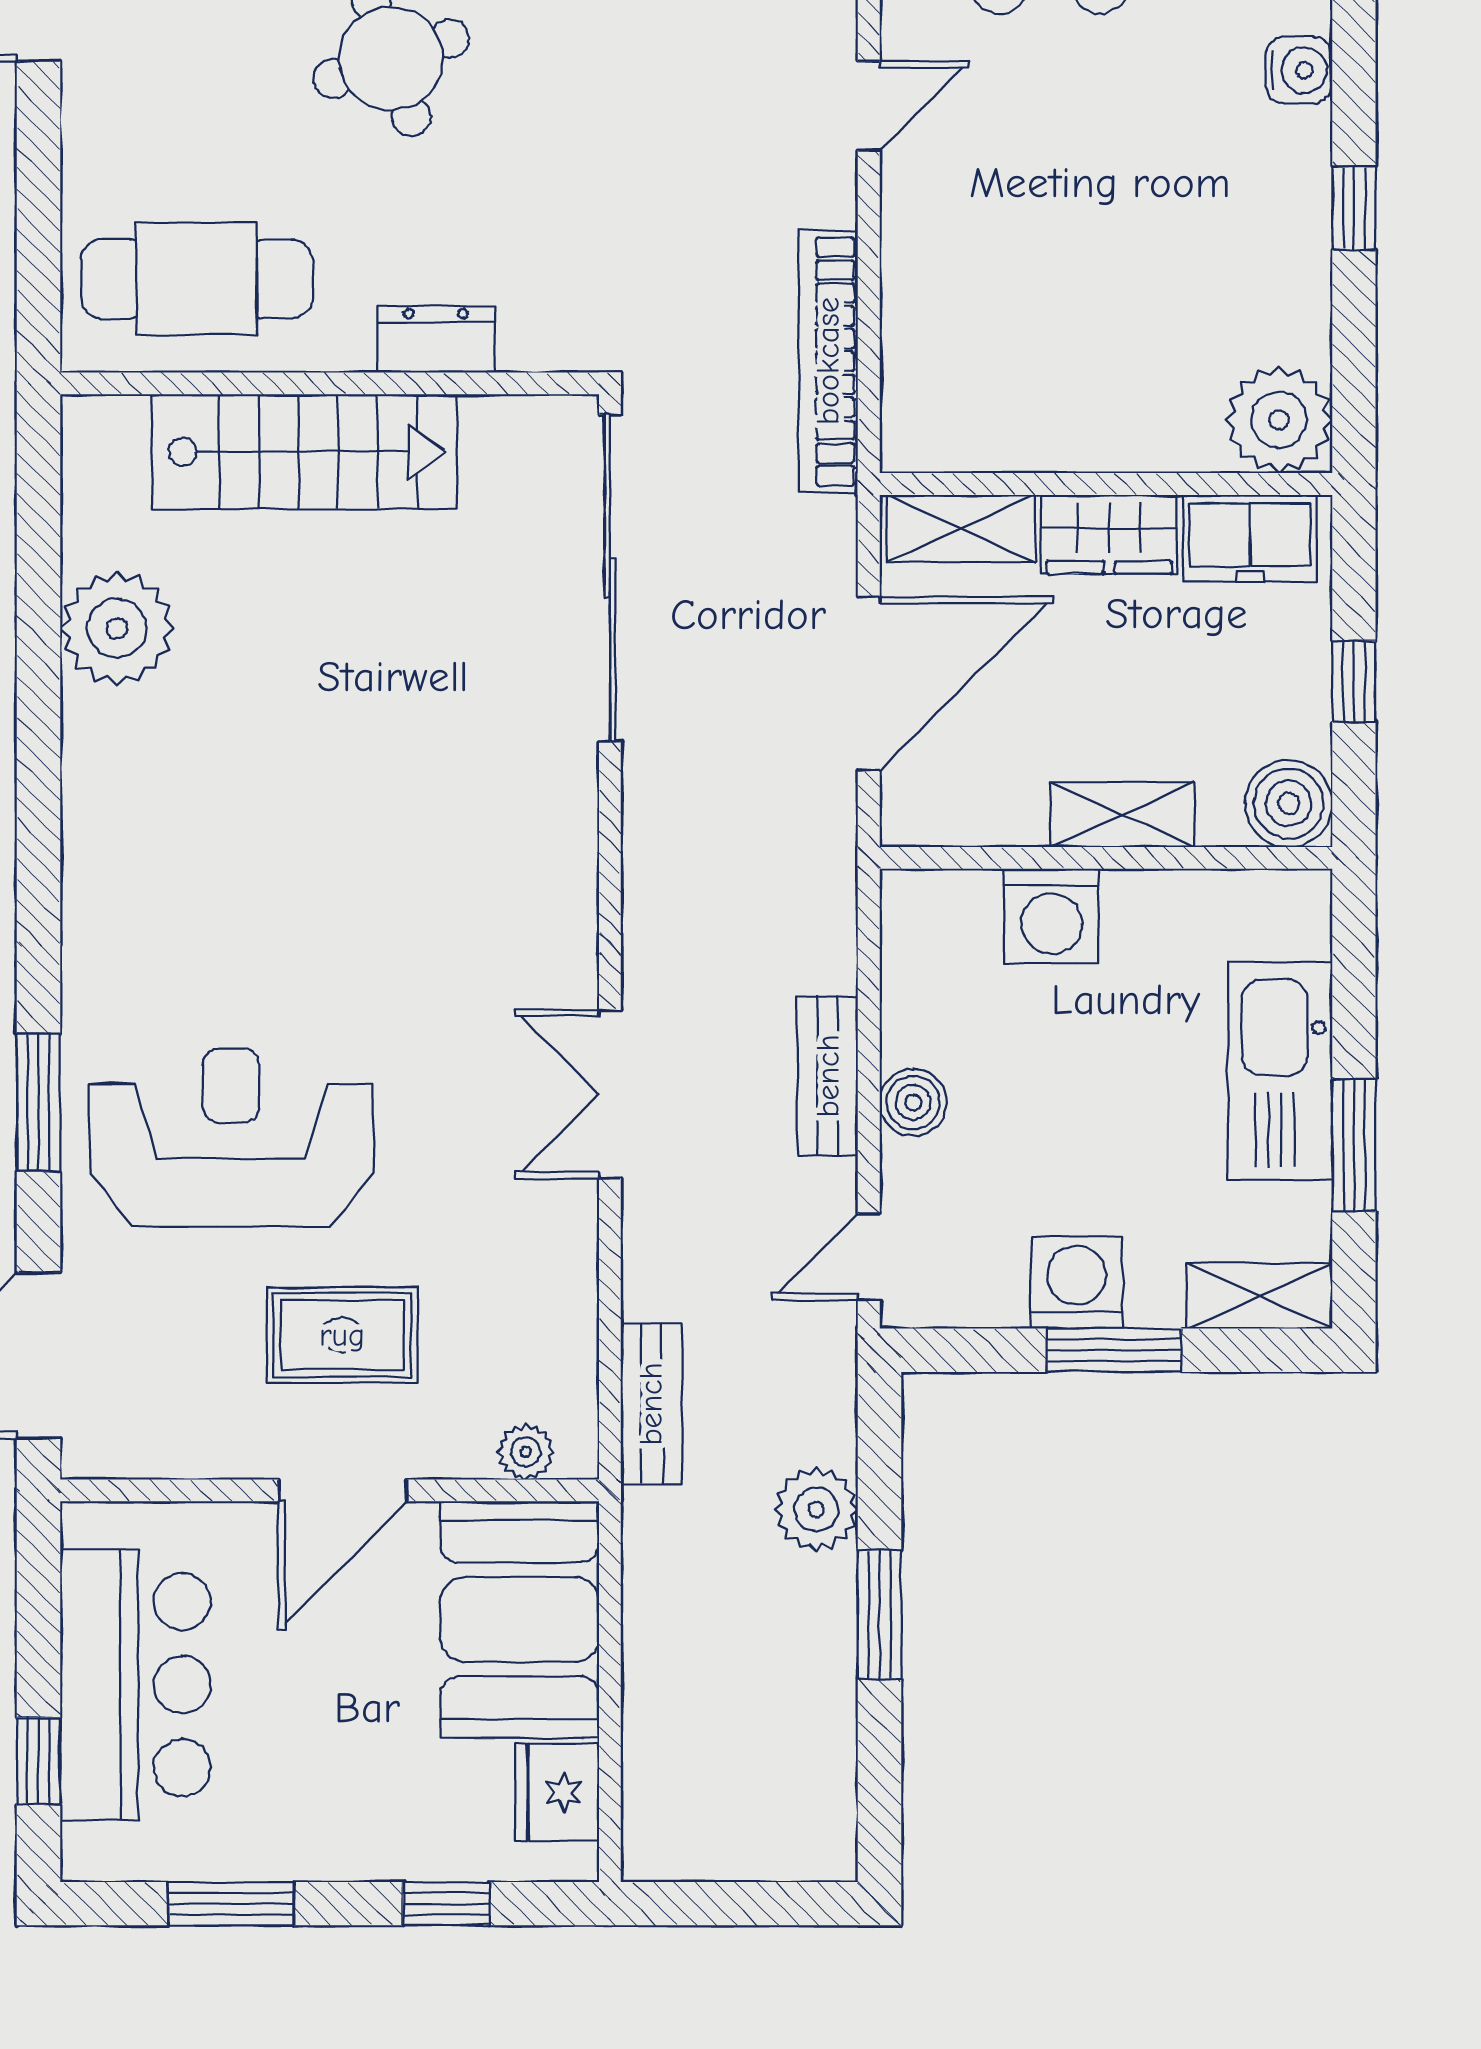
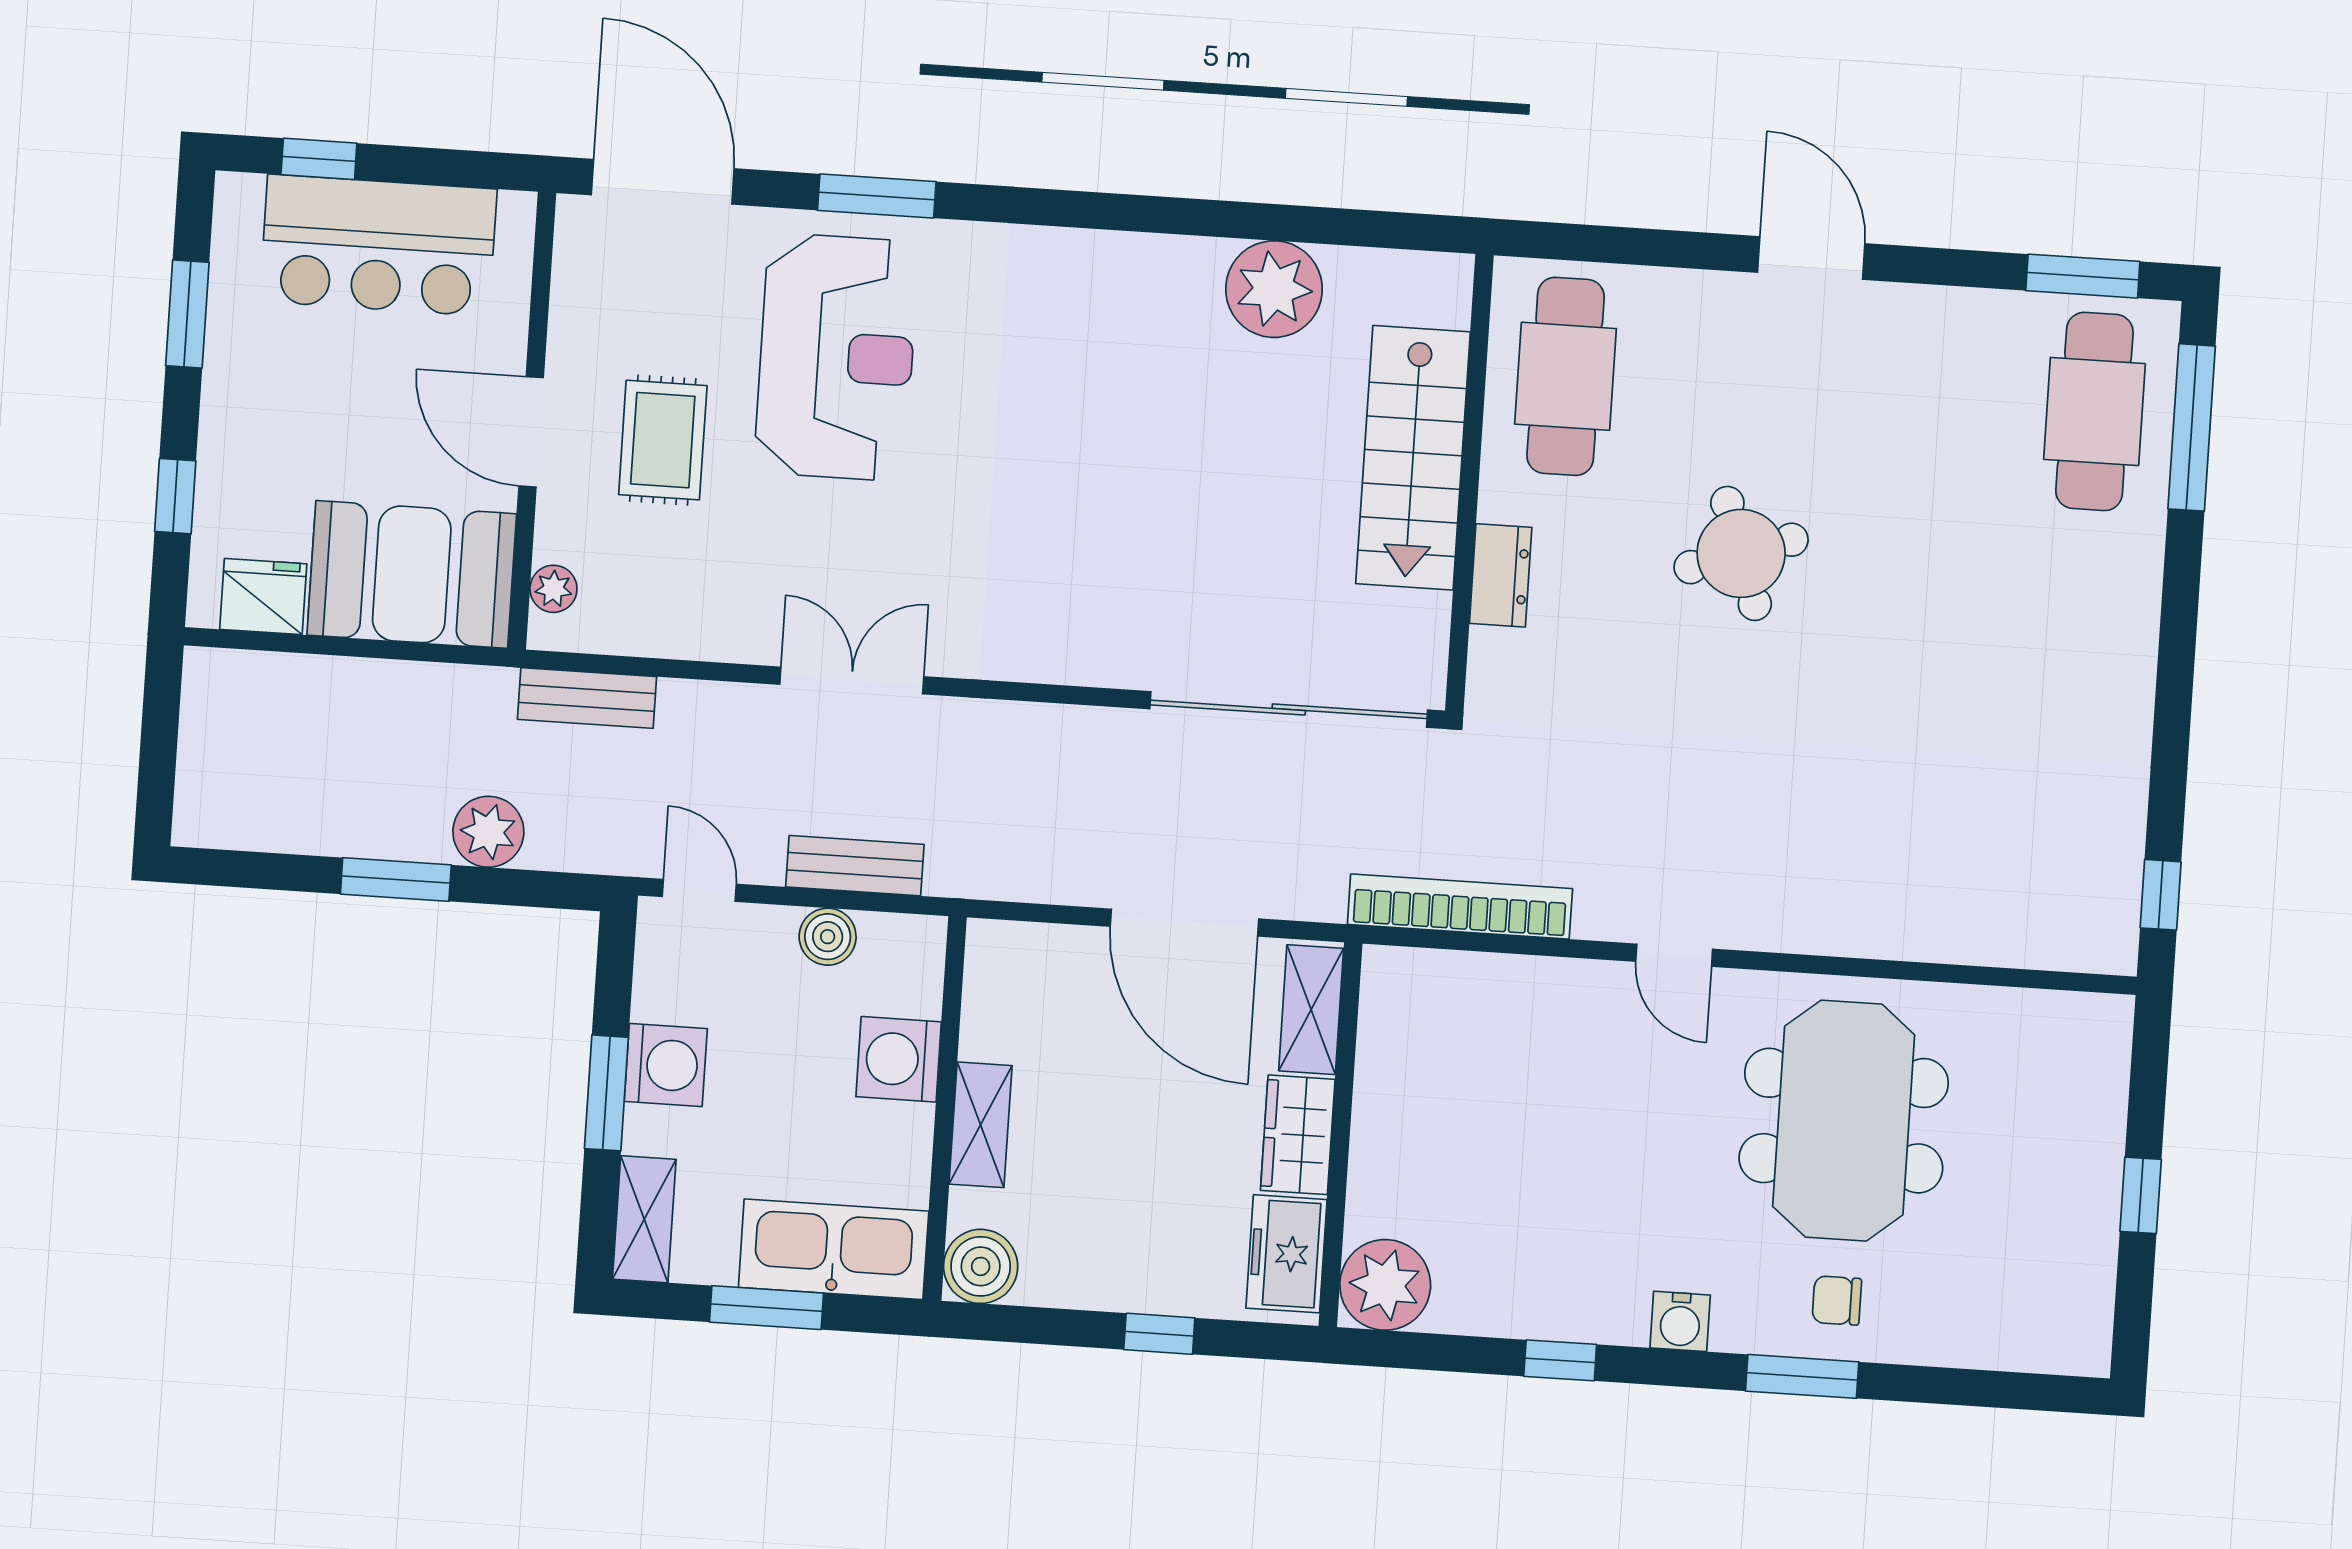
boiler: (1289, 803) -> (981, 1266), moved
shelving: (1122, 815) -> (980, 1125), moved
wall: (1106, 858) -> (945, 1109), moved
washing machine: (1052, 916) -> (899, 1059), moved

